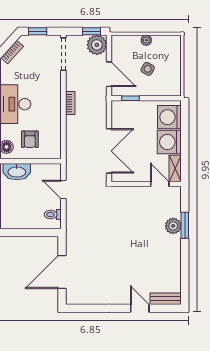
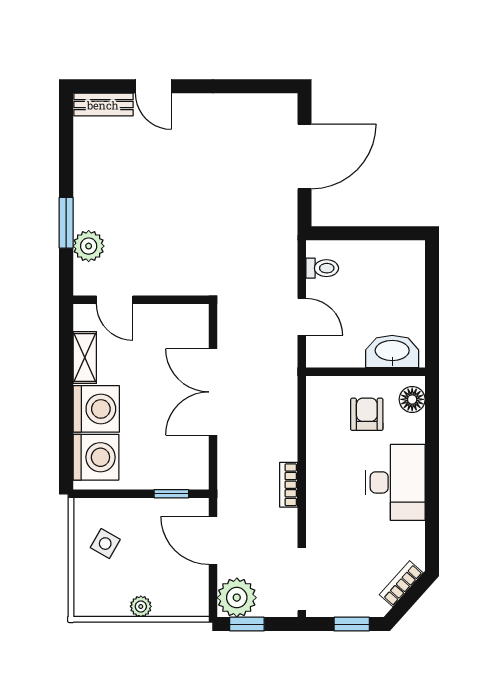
side table: (148, 69) -> (105, 544), moved
wall: (146, 184) -> (141, 300), moved
door: (160, 184) -> (115, 300), moved
window: (185, 225) -> (66, 223), moved

